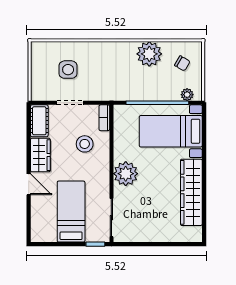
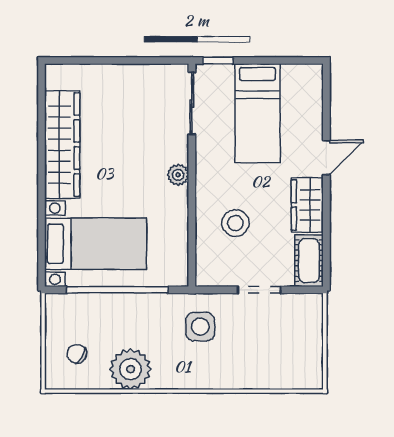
side table: (68, 70) -> (200, 327), moved
plant: (187, 95) -> (69, 303), removed
bookcase: (104, 118) -> (203, 266), removed
plant: (126, 174) -> (178, 175), width x0.53, depth x0.53
door: (29, 184) -> (326, 158), swing flipped

